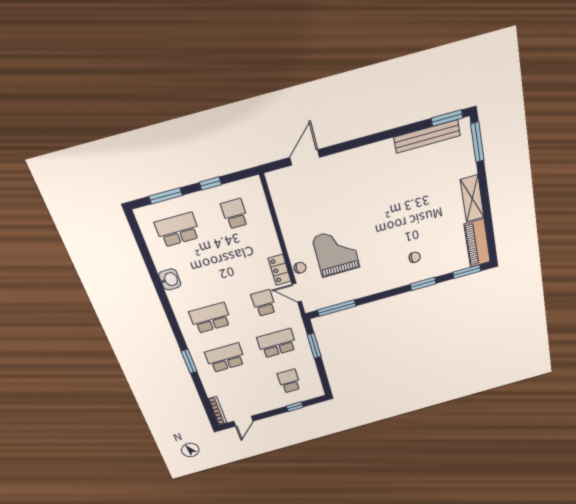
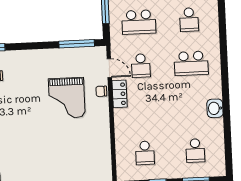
school desk: (177, 230) -> (195, 151), width x0.54
school desk: (225, 358) -> (189, 20), width x0.54
window: (189, 361) -> (222, 25), removed

